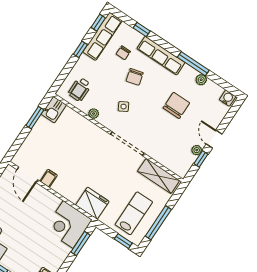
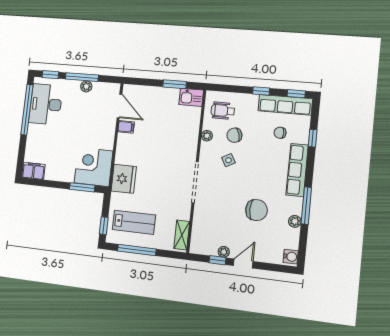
chair: (135, 77) -> (234, 135), moved
door: (27, 175) -> (119, 106), swing flipped
shelving: (159, 176) -> (182, 235), width x0.67, depth x0.75

